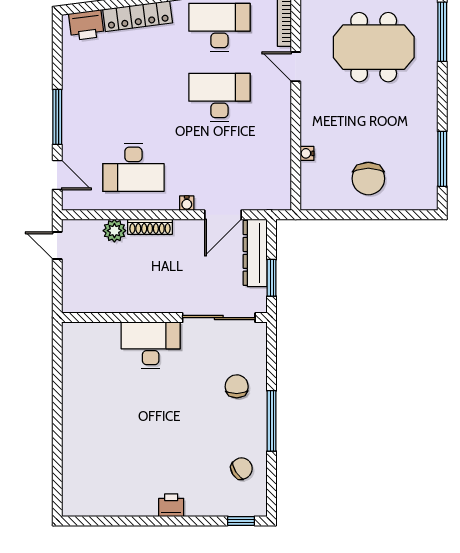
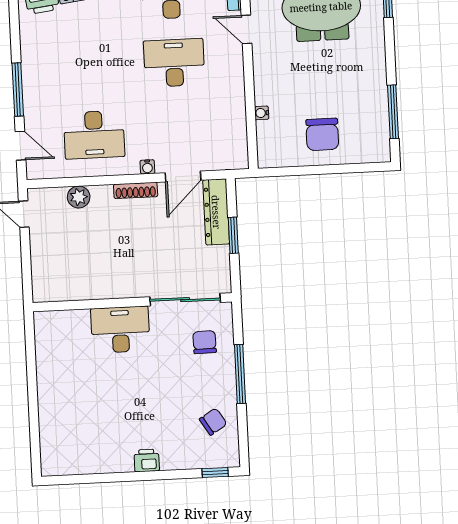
shoe rack: (150, 227) -> (136, 190), moved
wall: (164, 318) -> (132, 302), moved
sliding door: (219, 318) -> (185, 300), moved
desk: (151, 345) -> (120, 330), moved

